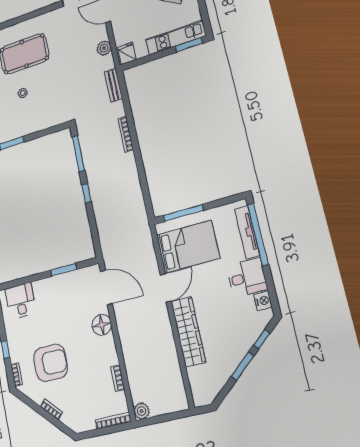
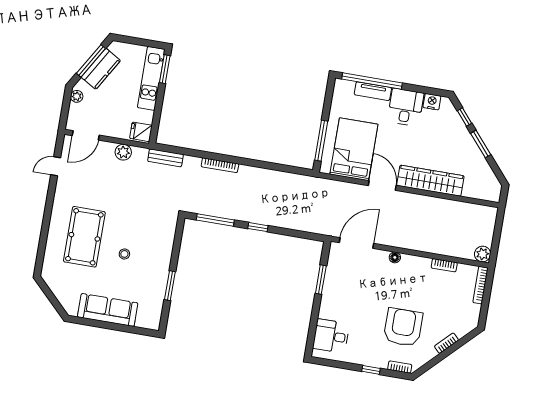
tv unit: (247, 232) -> (373, 91), width x0.71
floor lamp: (102, 325) -> (395, 257), width x0.53, depth x0.53

